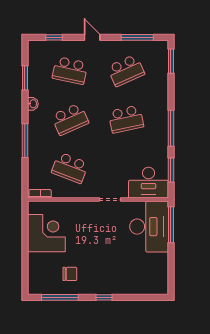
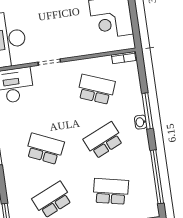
window: (25, 78) -> (157, 177), width x2.11
washbasin: (33, 104) -> (141, 122), moved
school desk: (126, 119) -> (45, 149), turned 36

